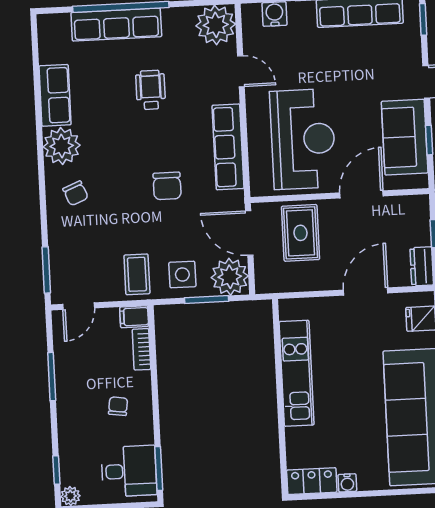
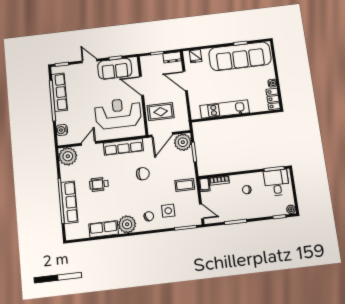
side table: (182, 274) -> (168, 211), moved

